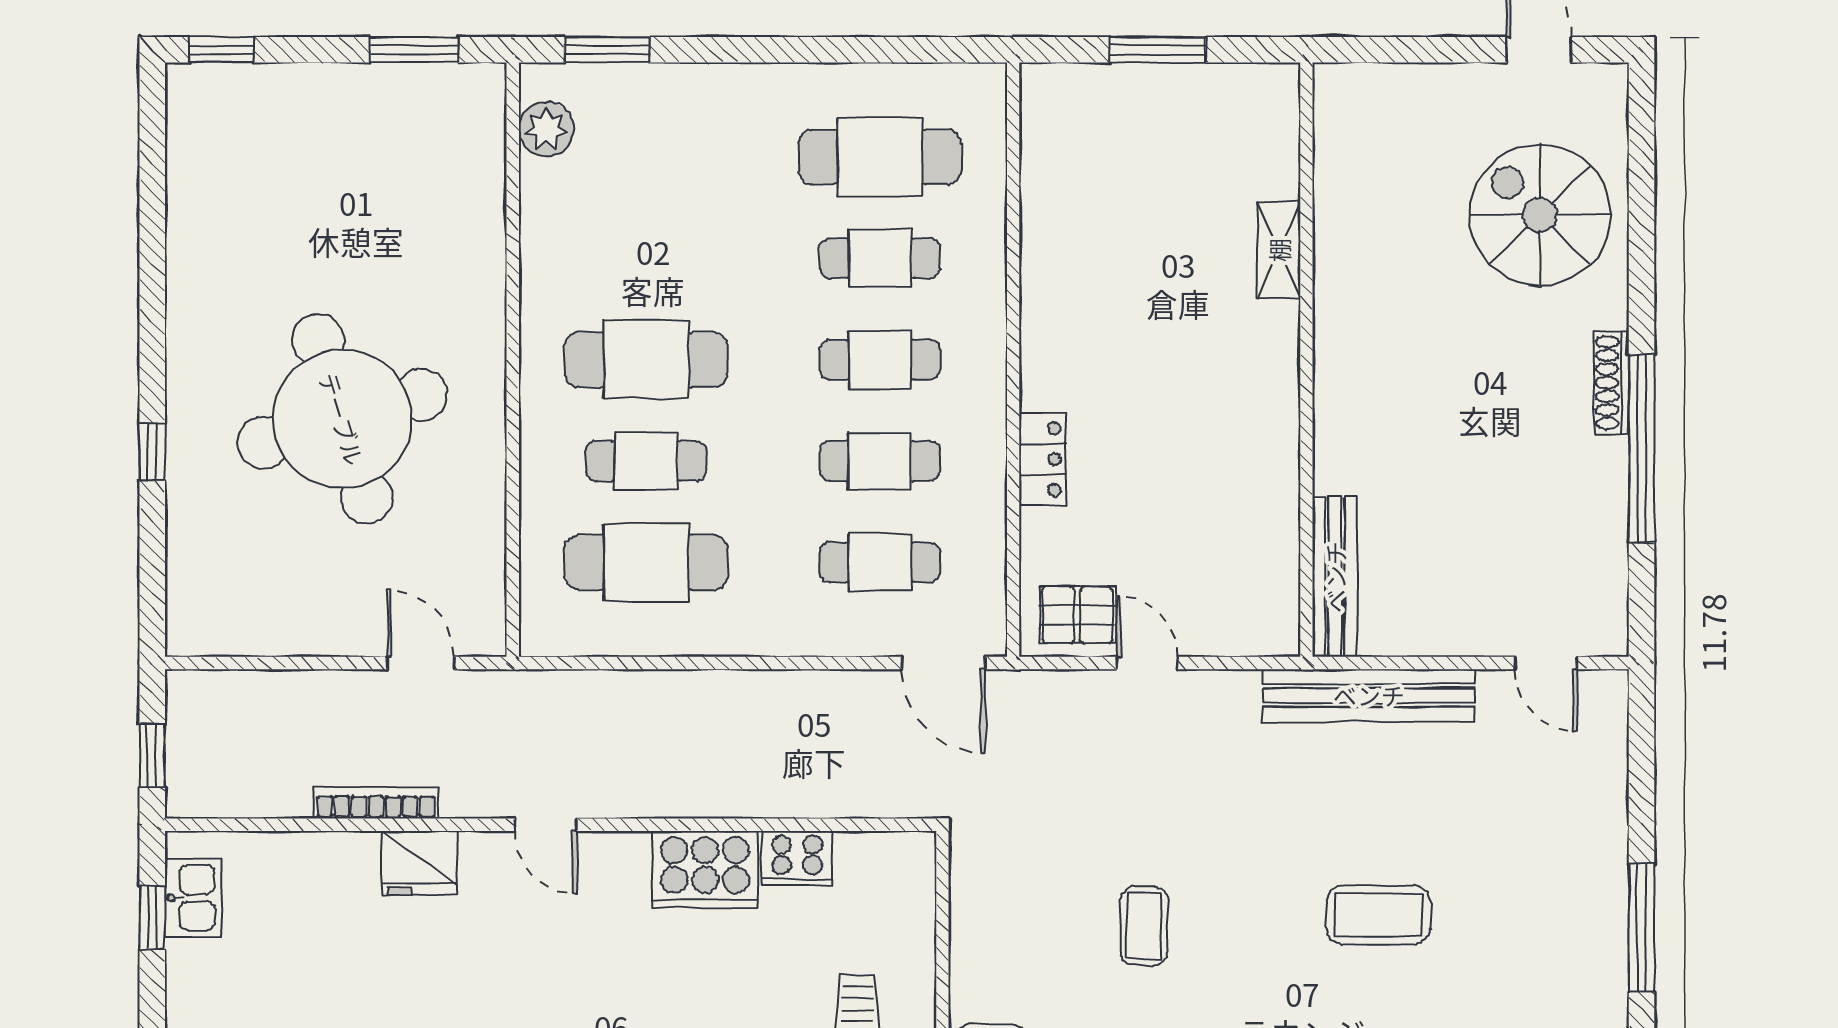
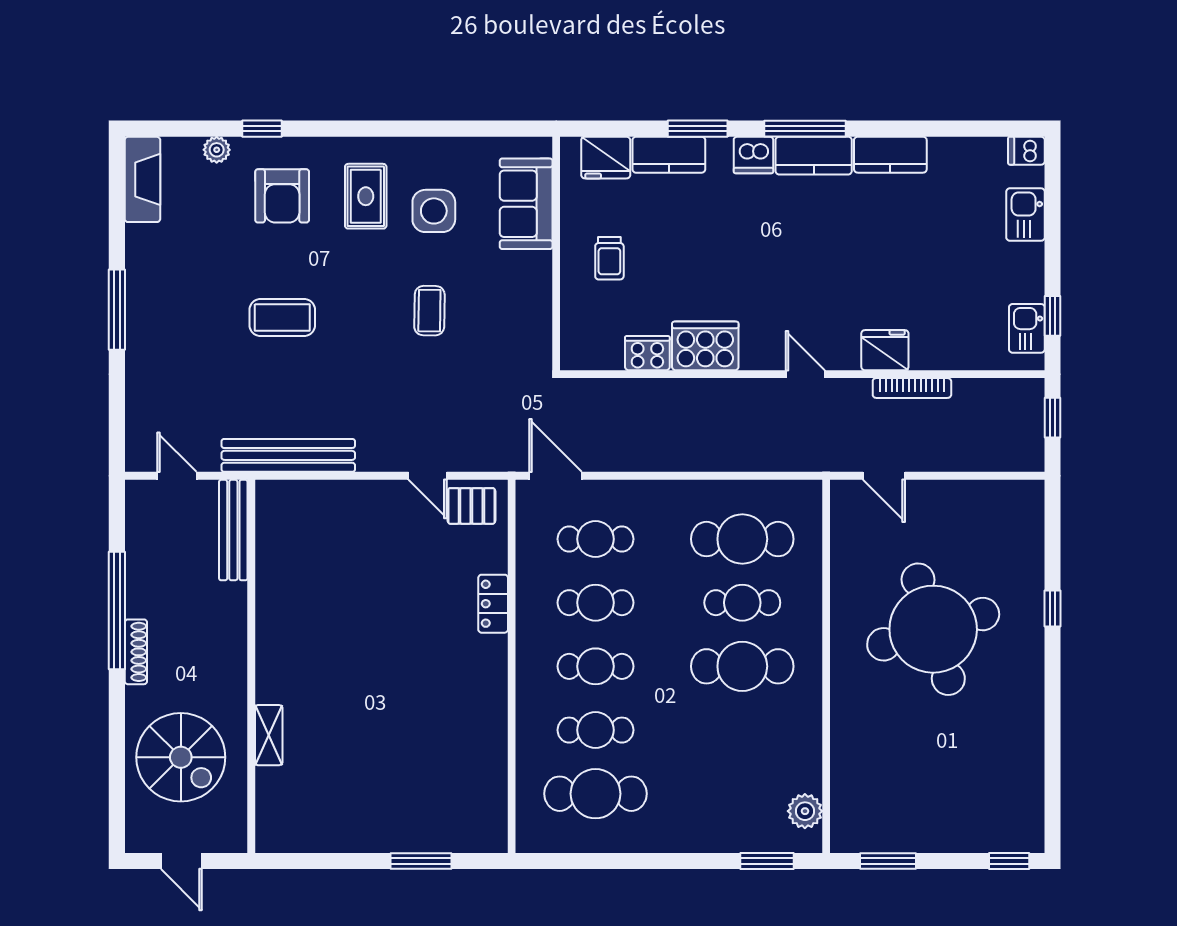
shelving: (1279, 250) -> (269, 735), moved
wall: (1306, 360) -> (251, 666), moved
bench: (1335, 577) -> (233, 530), moved

